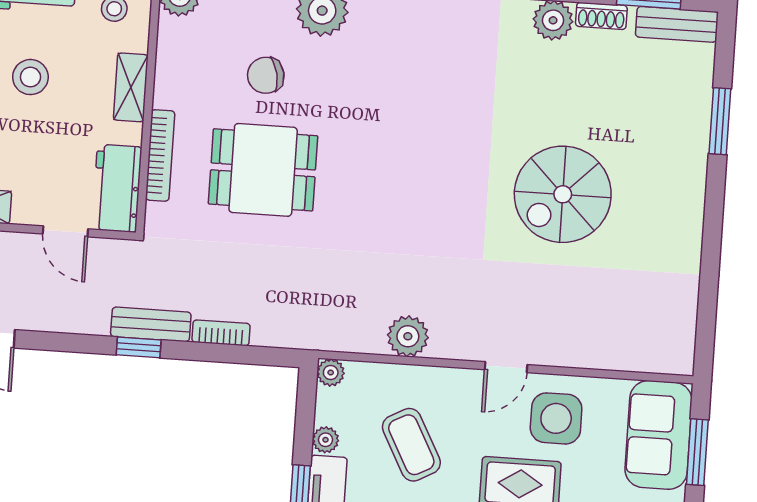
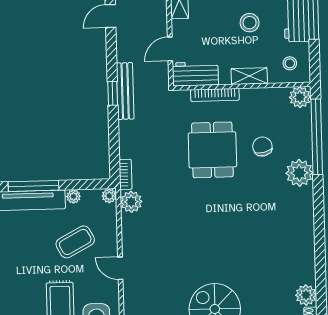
bench: (151, 324) -> (125, 91), width x1.36
bookcase: (221, 333) -> (126, 174), moved
plant: (408, 336) -> (131, 202), moved
door: (506, 367) -> (120, 268), moved

